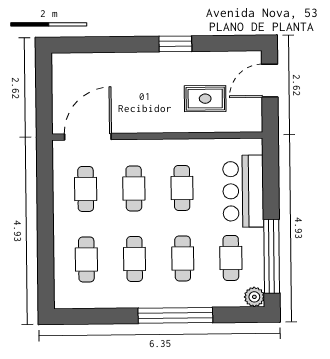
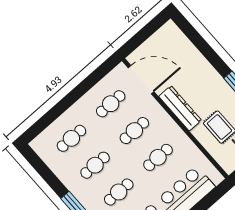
dresser: (151, 122) -> (180, 108), added

